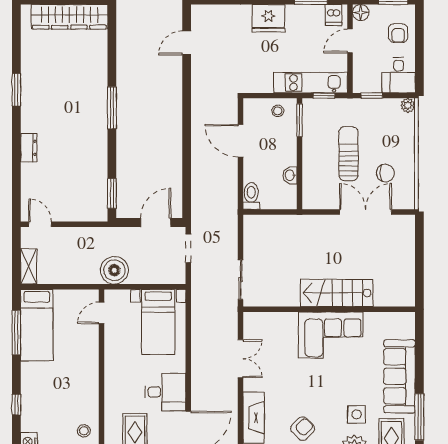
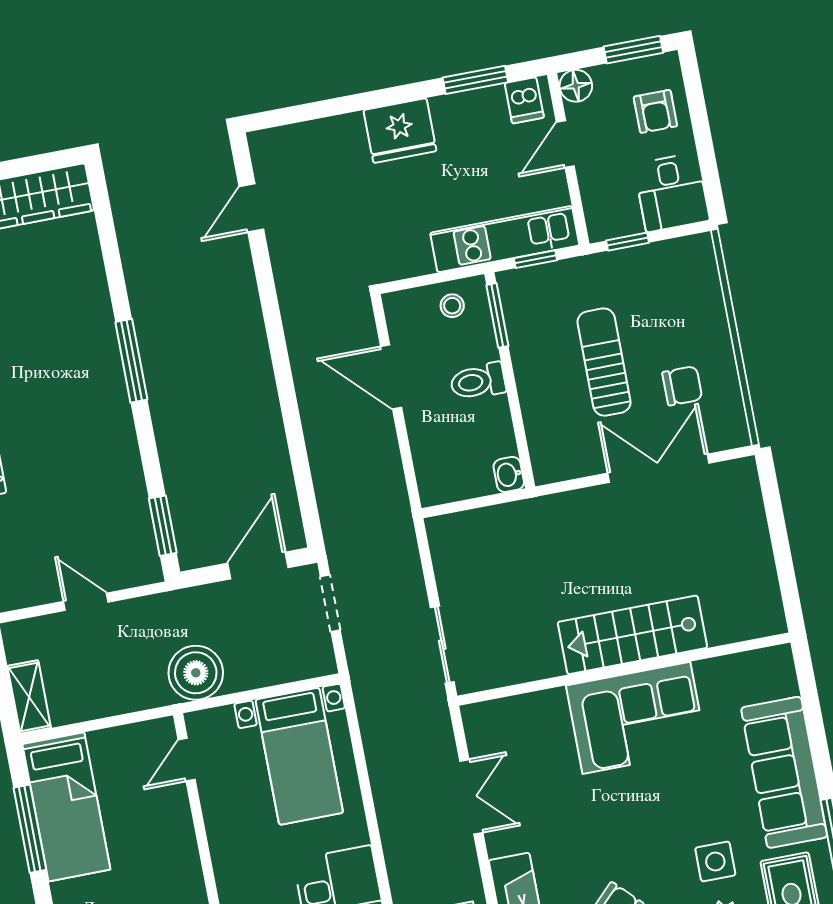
plant: (408, 105) -> (701, 247), removed
washbasin: (290, 175) -> (509, 474), moved
toilet: (251, 196) -> (478, 381), moved, turned -90
door: (40, 224) -> (86, 602), moved

